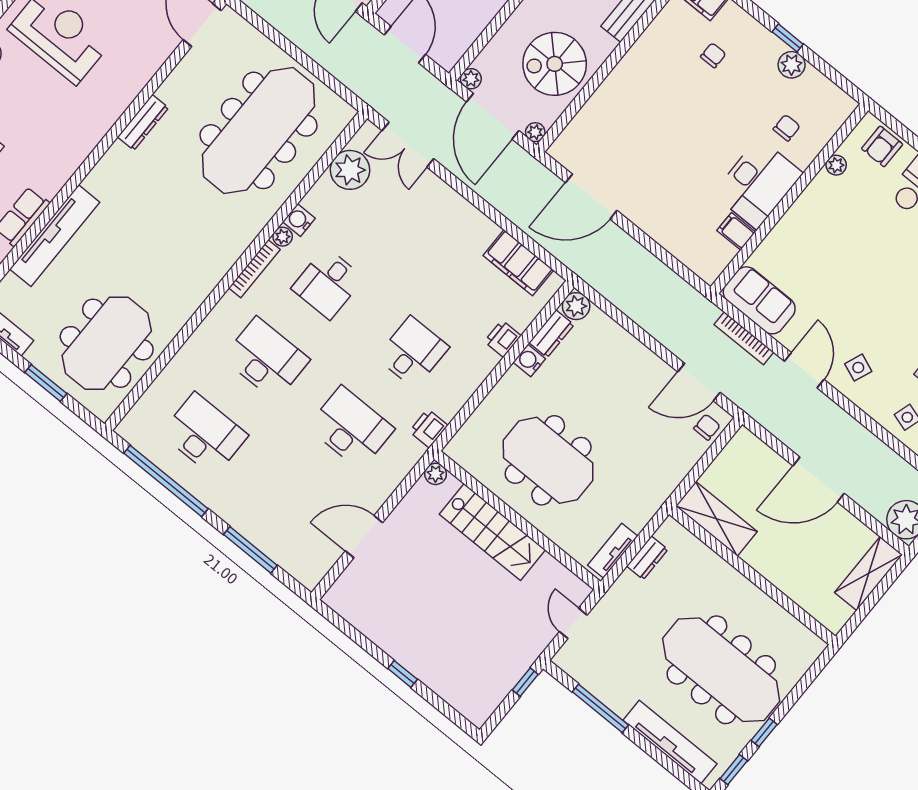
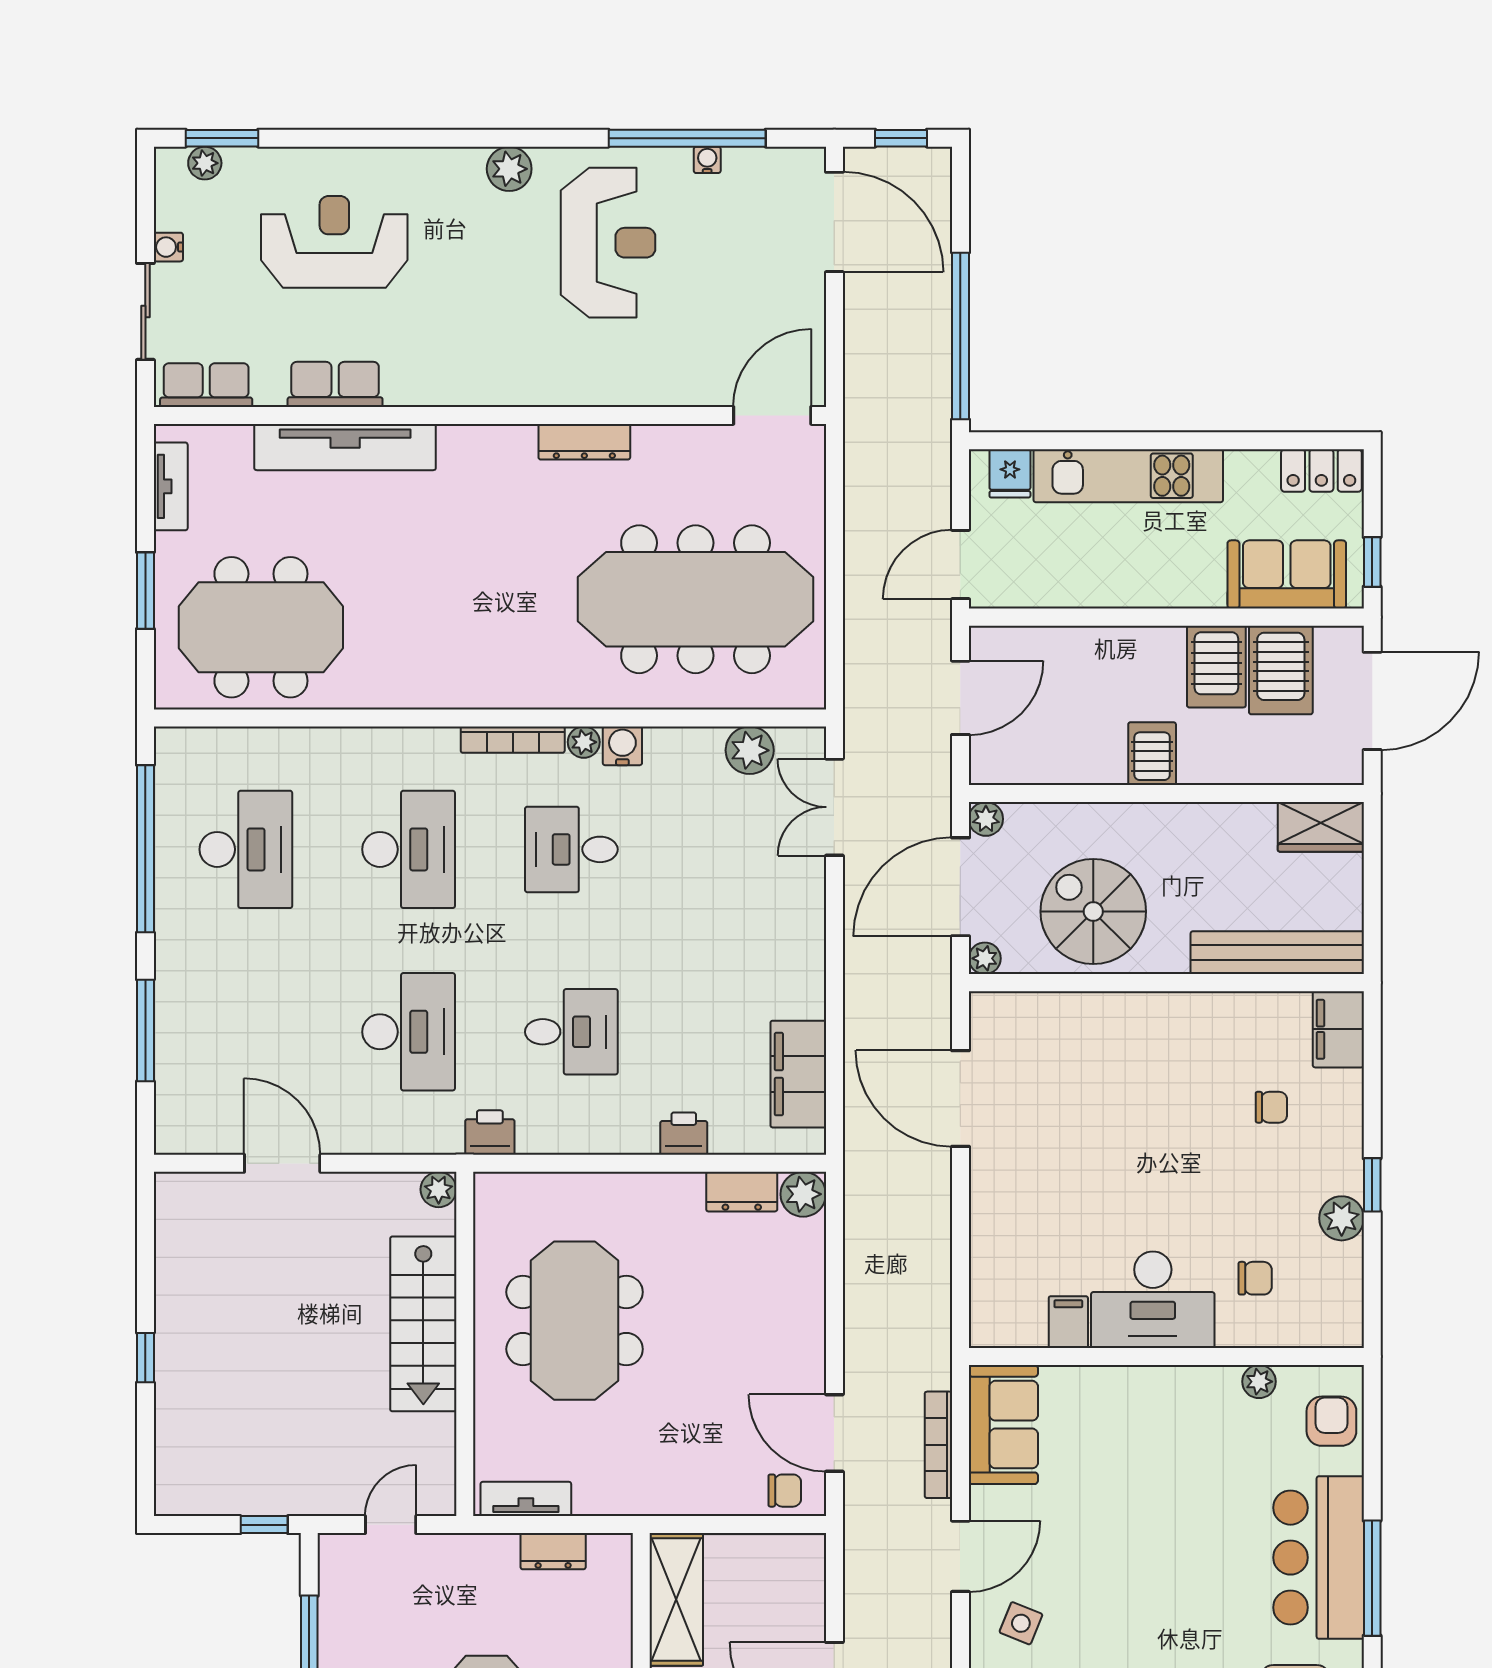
armchair: (882, 146) -> (1331, 1421), turned 90
plant: (350, 170) -> (750, 750), width x0.73, depth x0.73
water cooler: (529, 361) -> (684, 1191), removed

